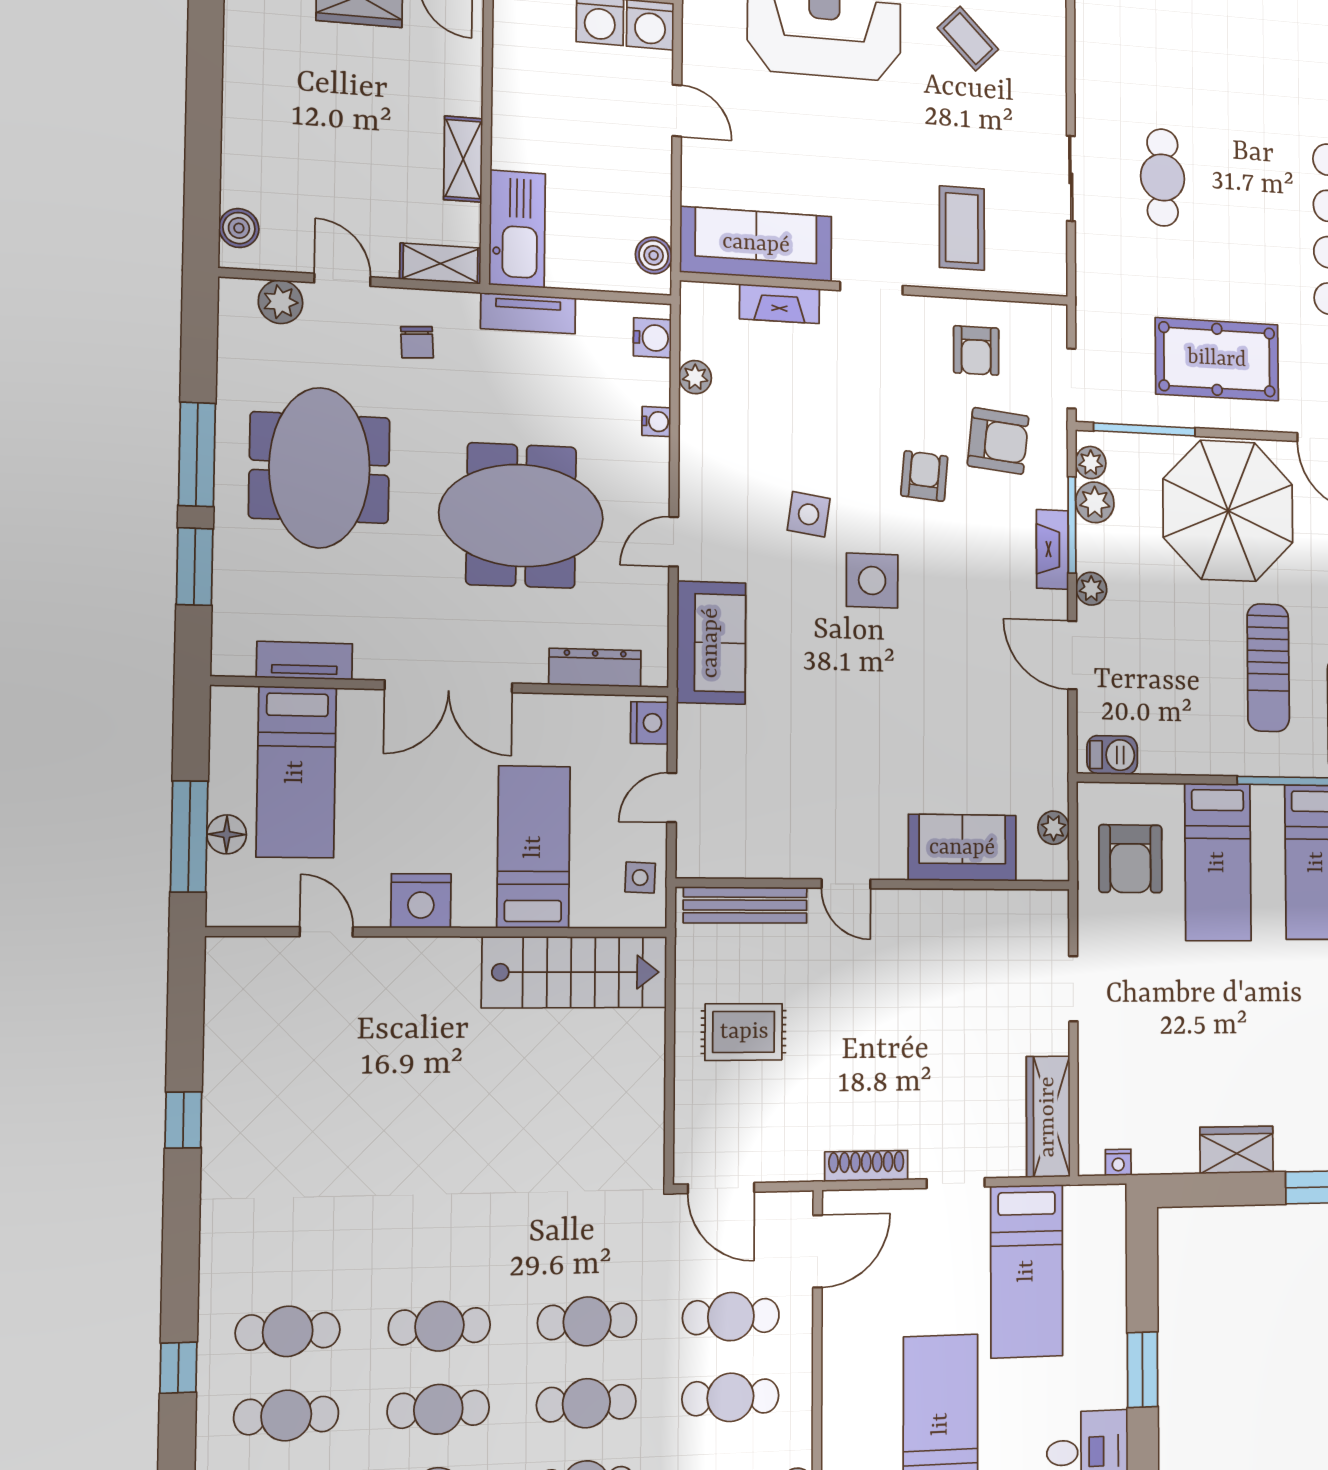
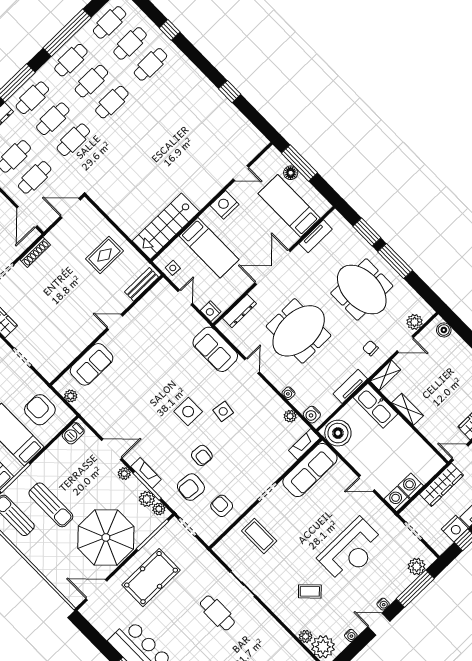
boiler: (654, 255) -> (338, 433), width x1.86, depth x1.86
fireplace: (780, 304) -> (304, 444), moved
sun lounger: (1268, 668) -> (51, 505), turned 180
bench: (745, 905) -> (142, 284), width x0.73

